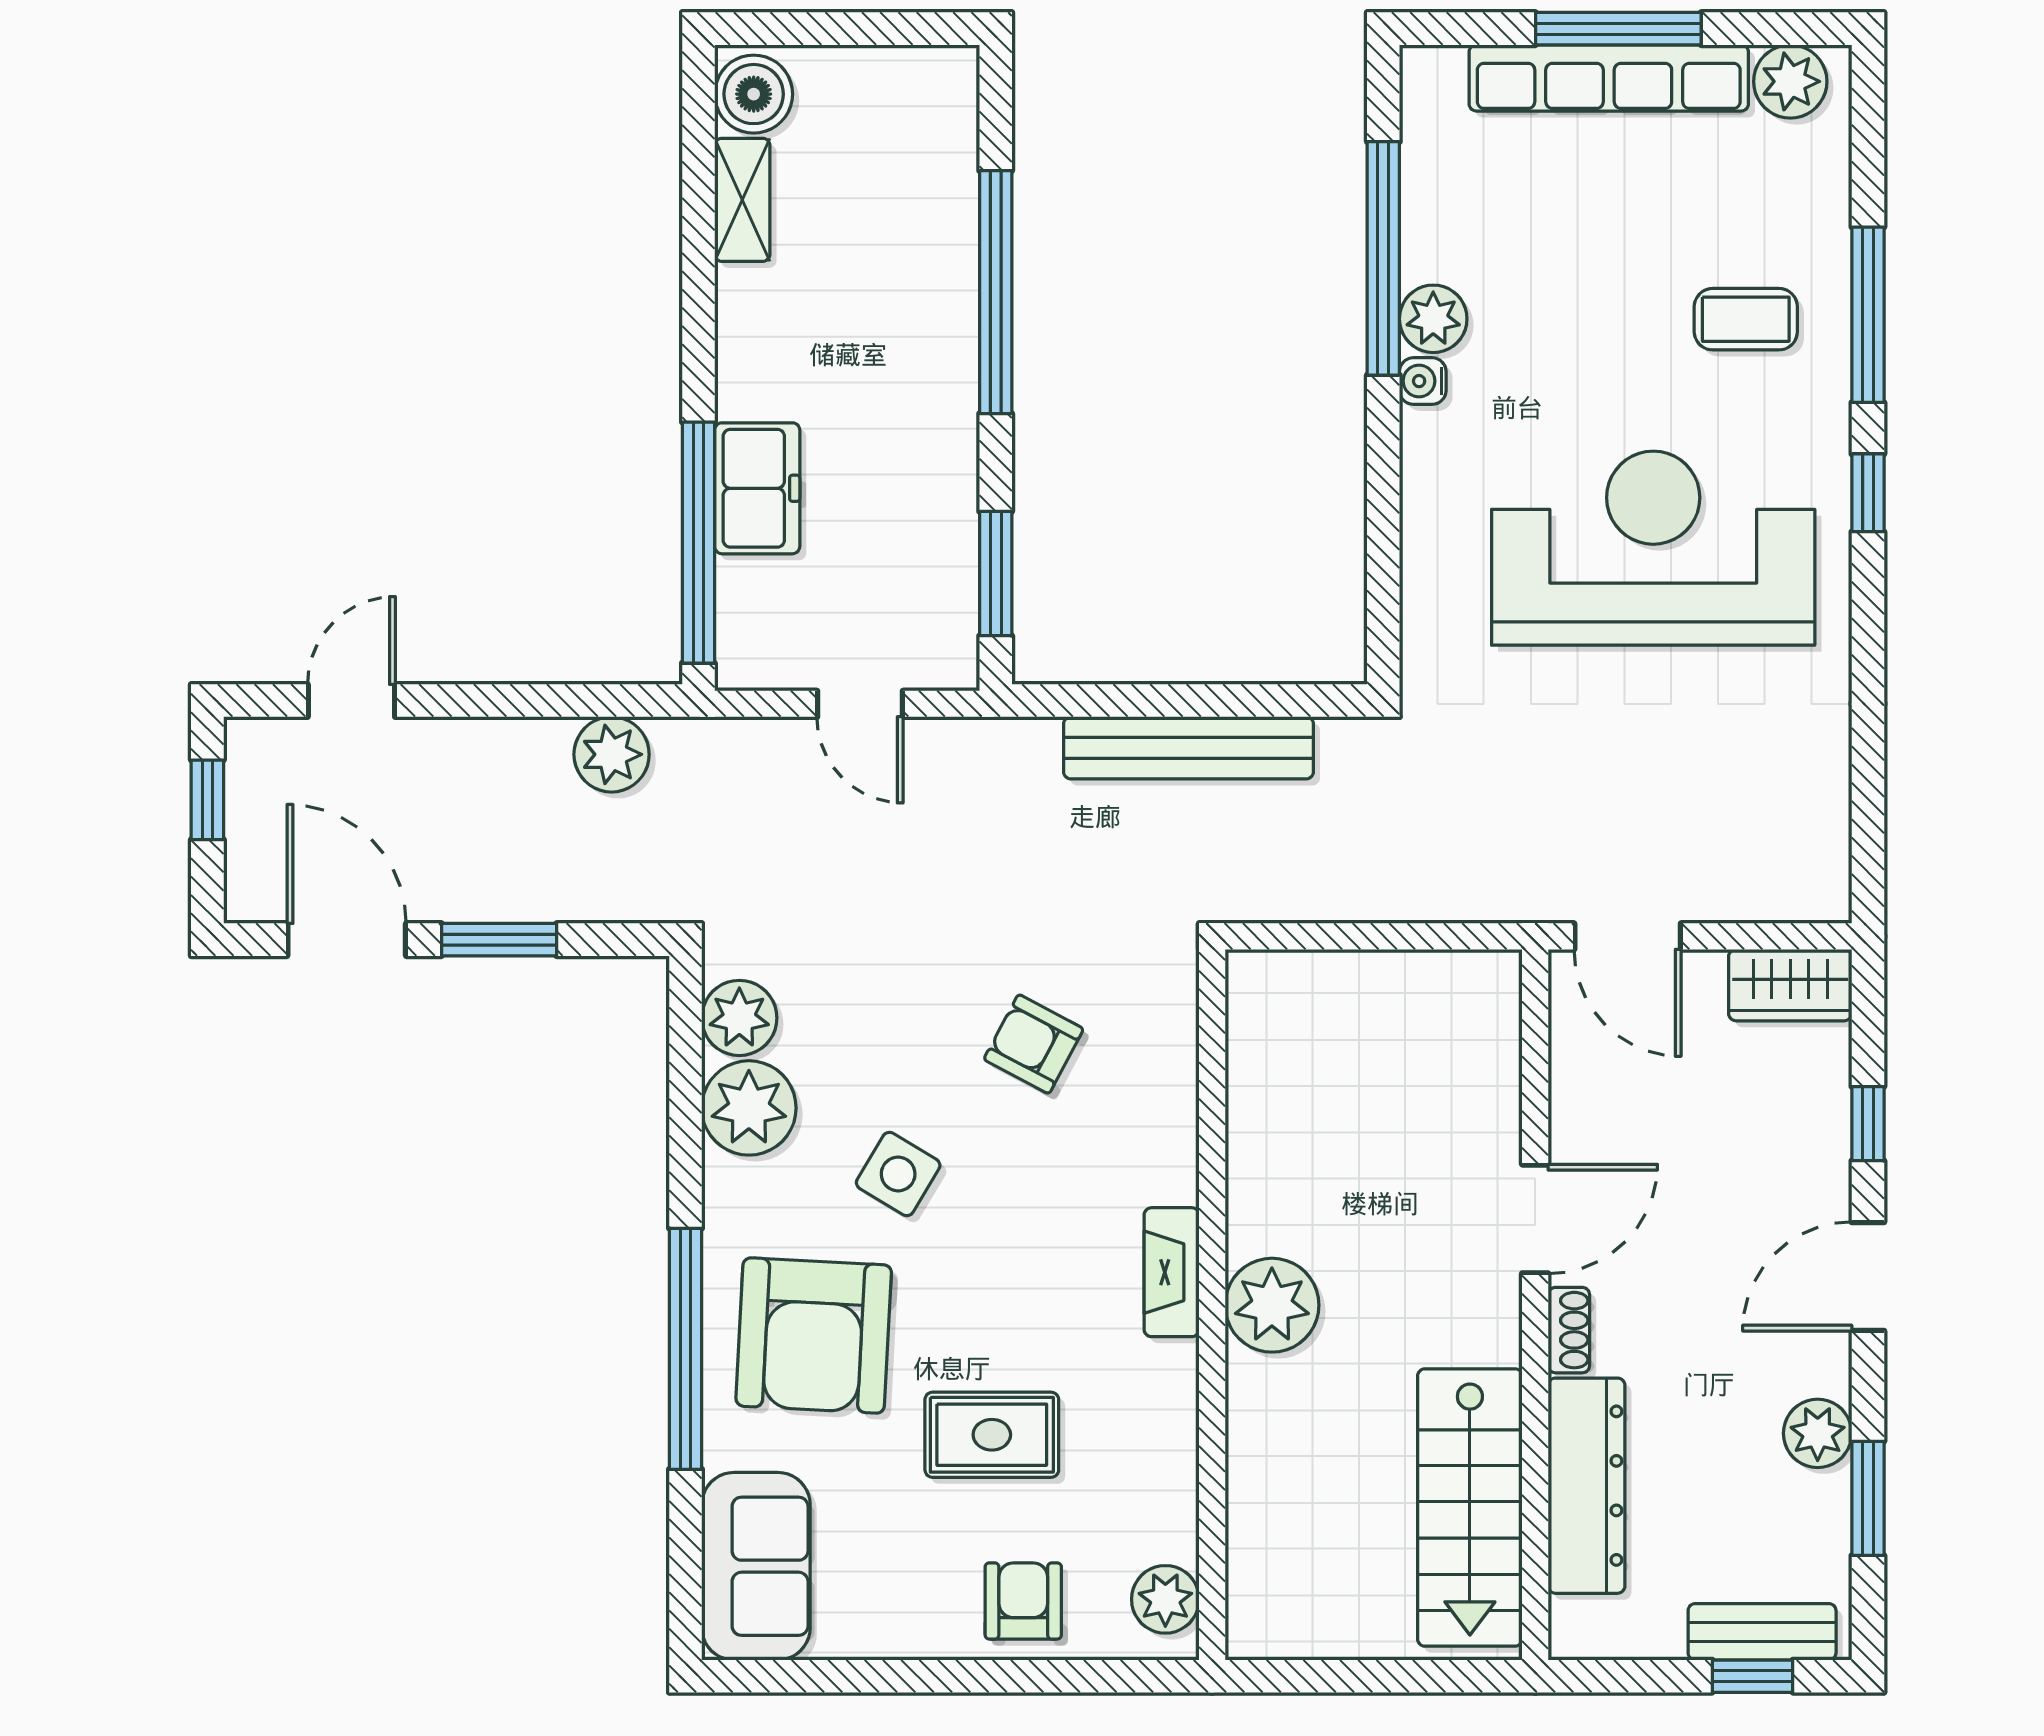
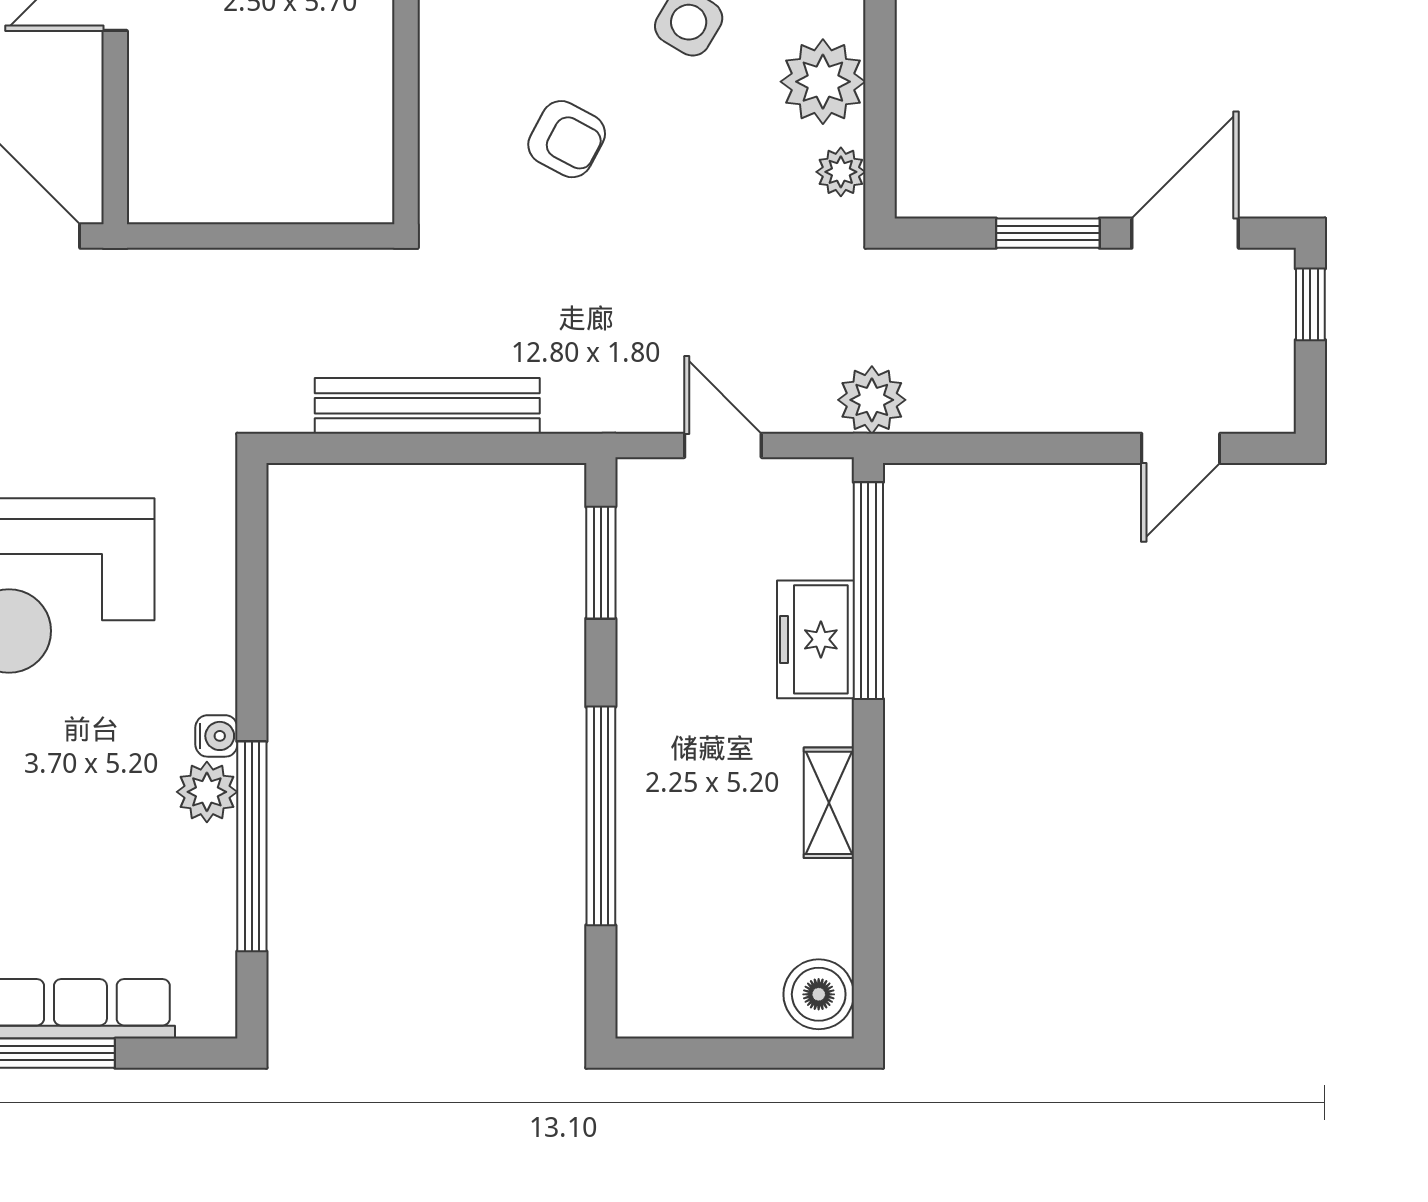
shelving: (742, 200) -> (829, 803), moved
plant: (612, 754) -> (872, 400), moved
window: (207, 800) -> (1310, 304), moved
door: (347, 940) -> (1185, 233), swing flipped
plant: (739, 1018) -> (841, 172), width x0.73, depth x0.73

